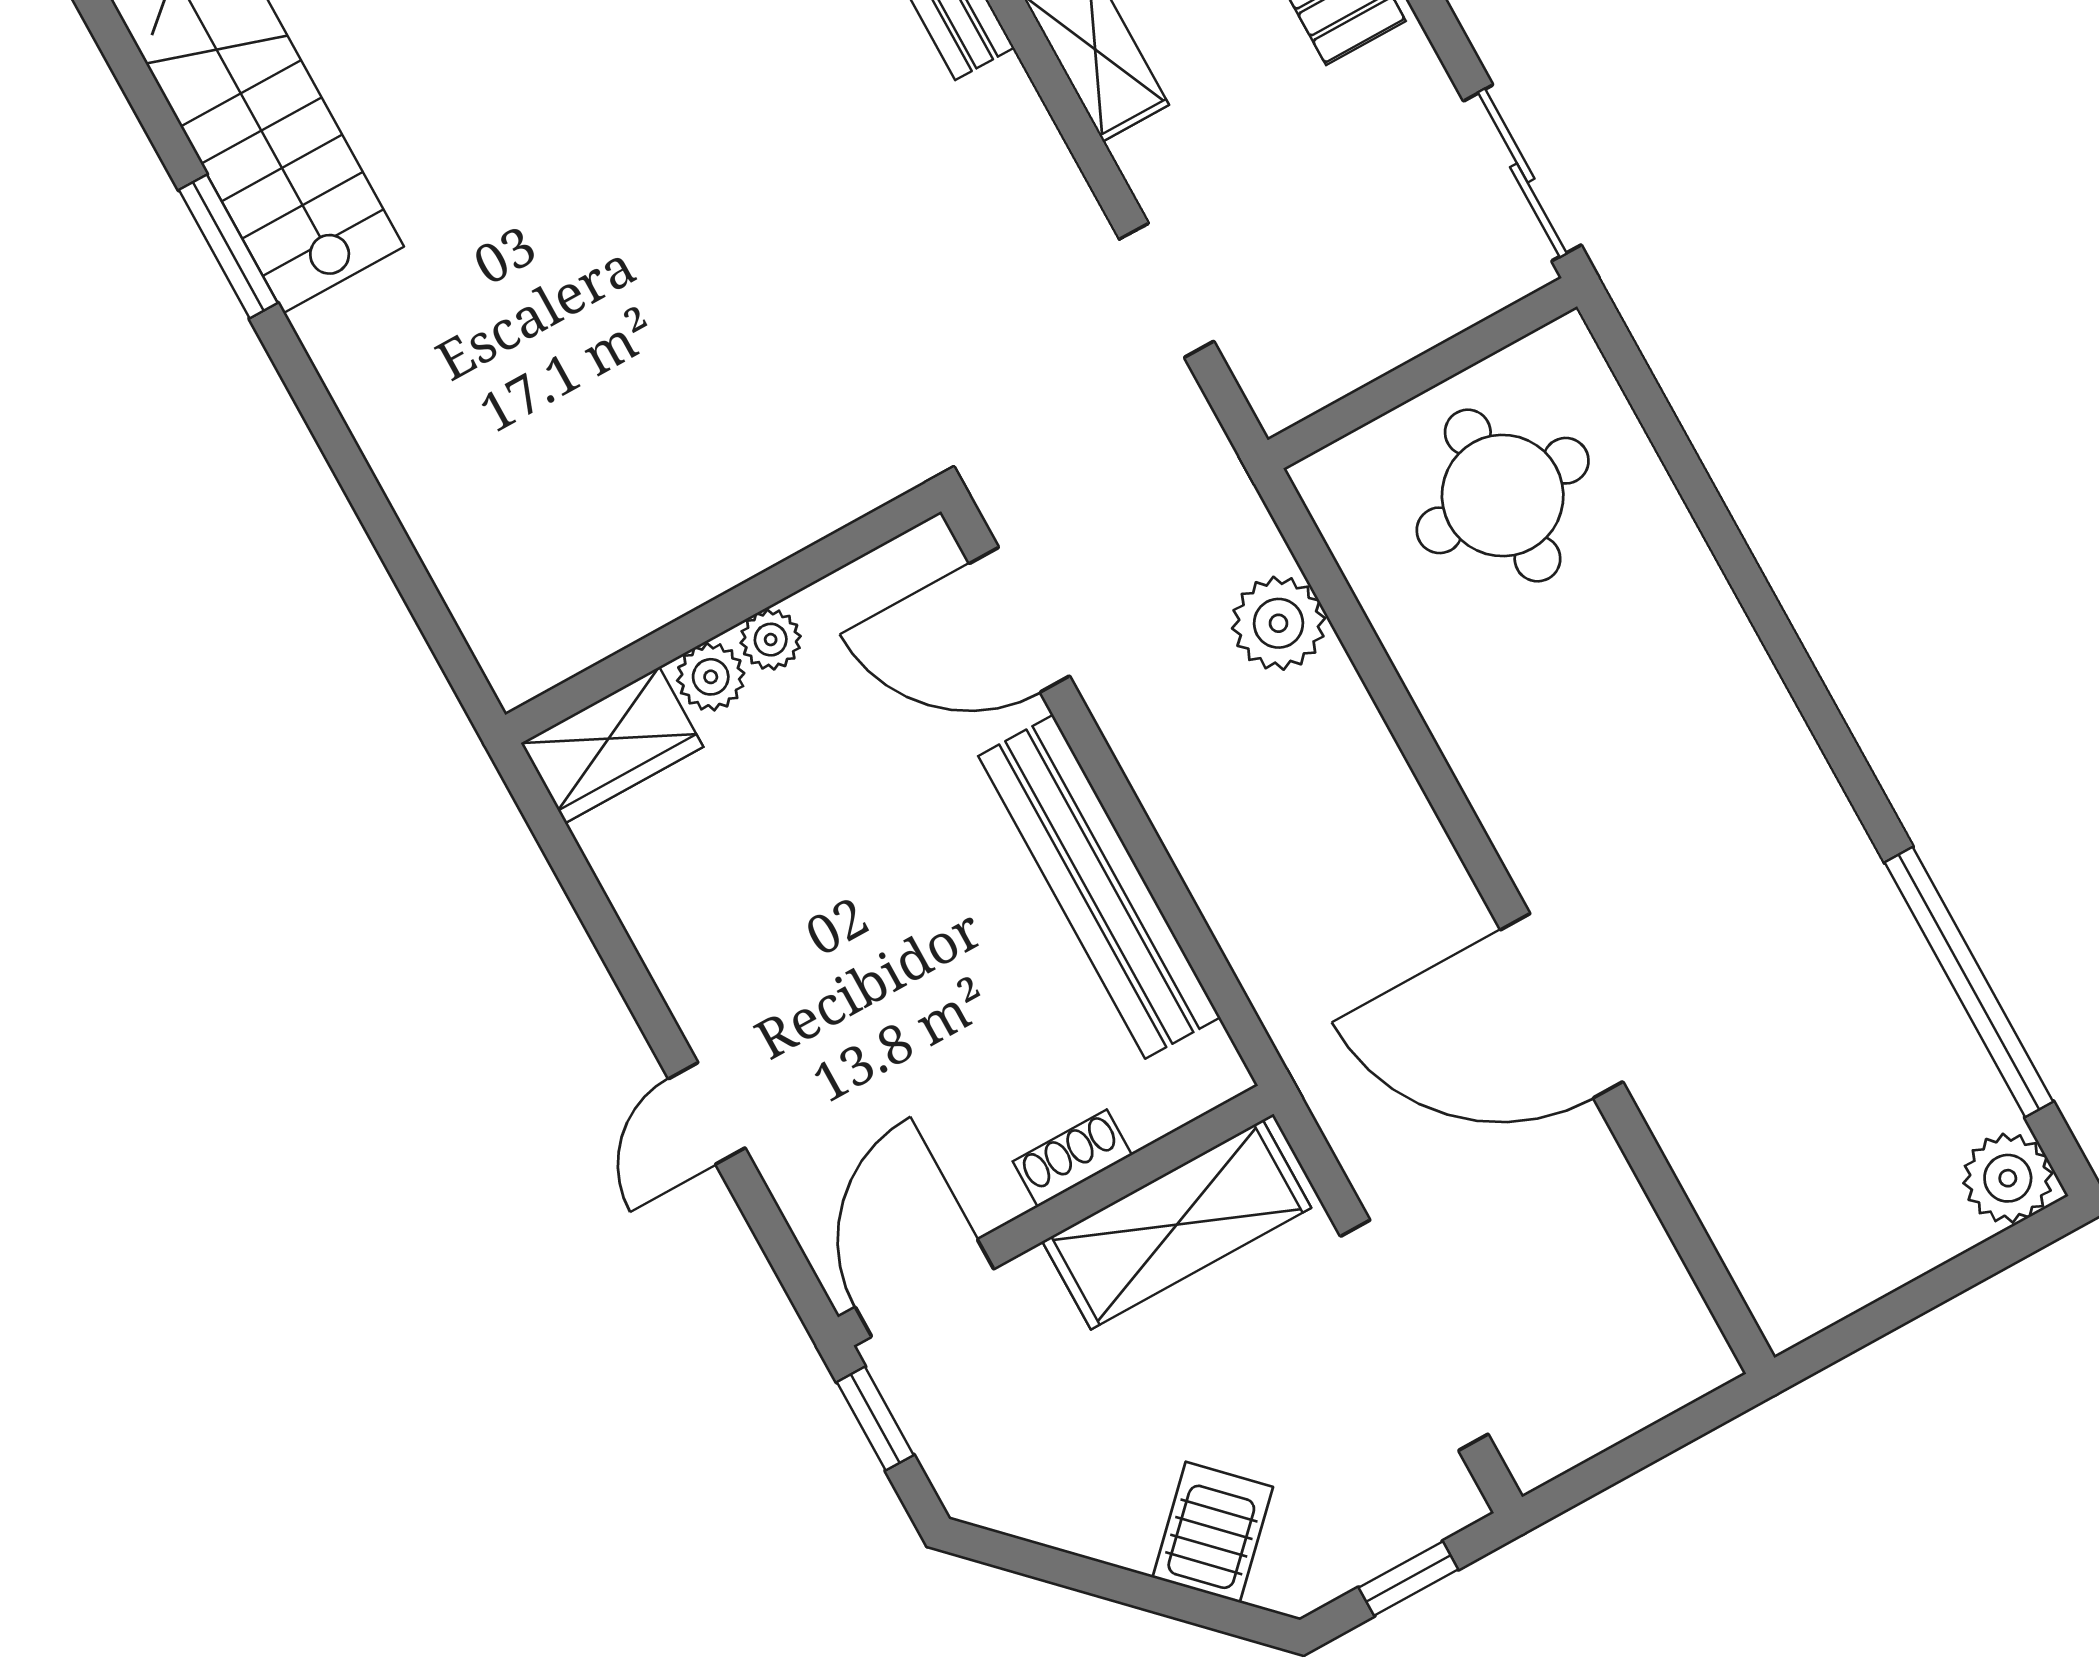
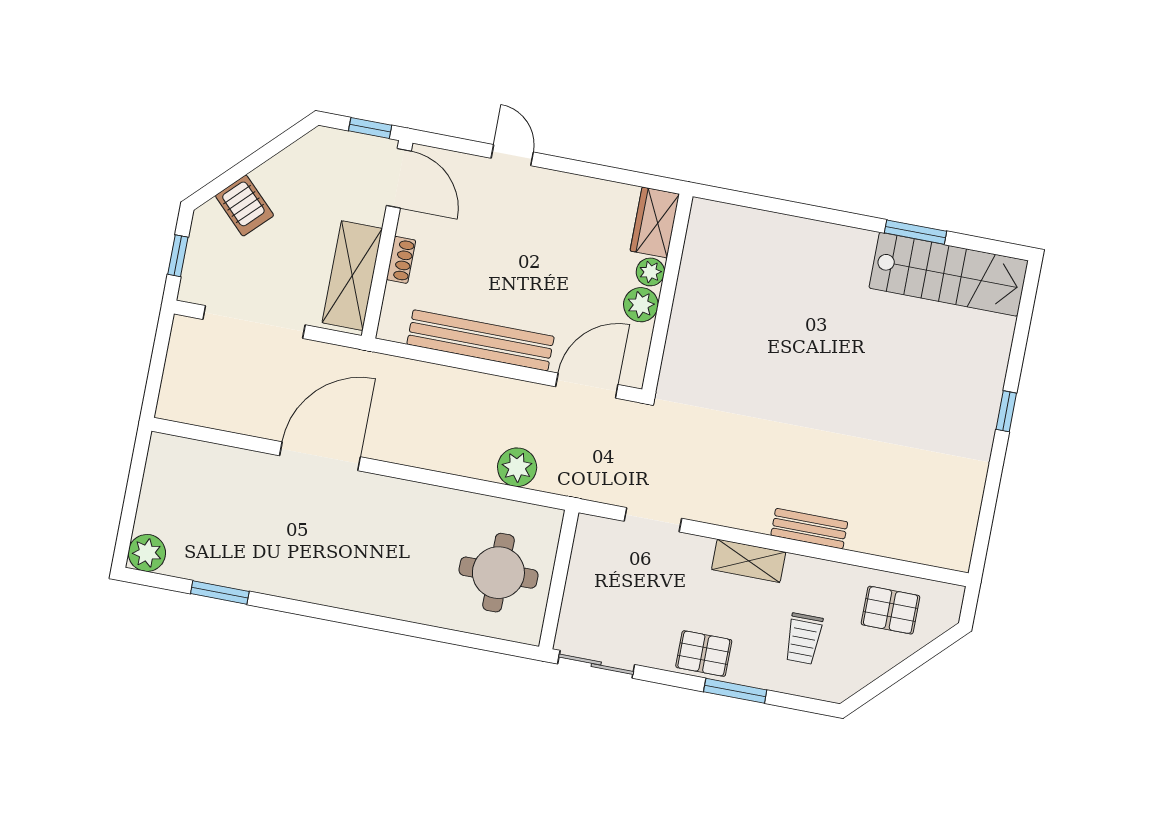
plant: (771, 640) -> (641, 305), width x1.38, depth x1.38
window: (1969, 982) -> (220, 593), width x0.47

